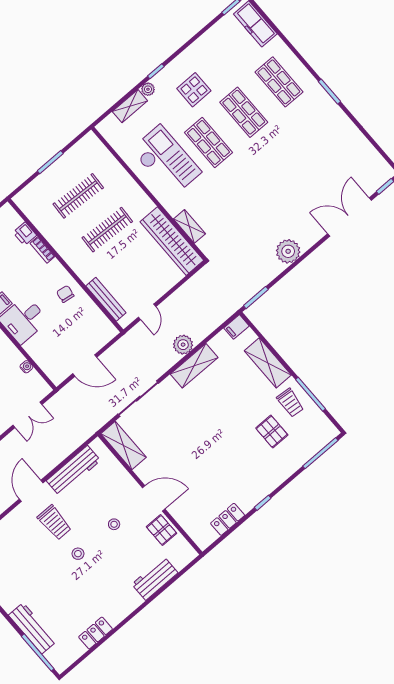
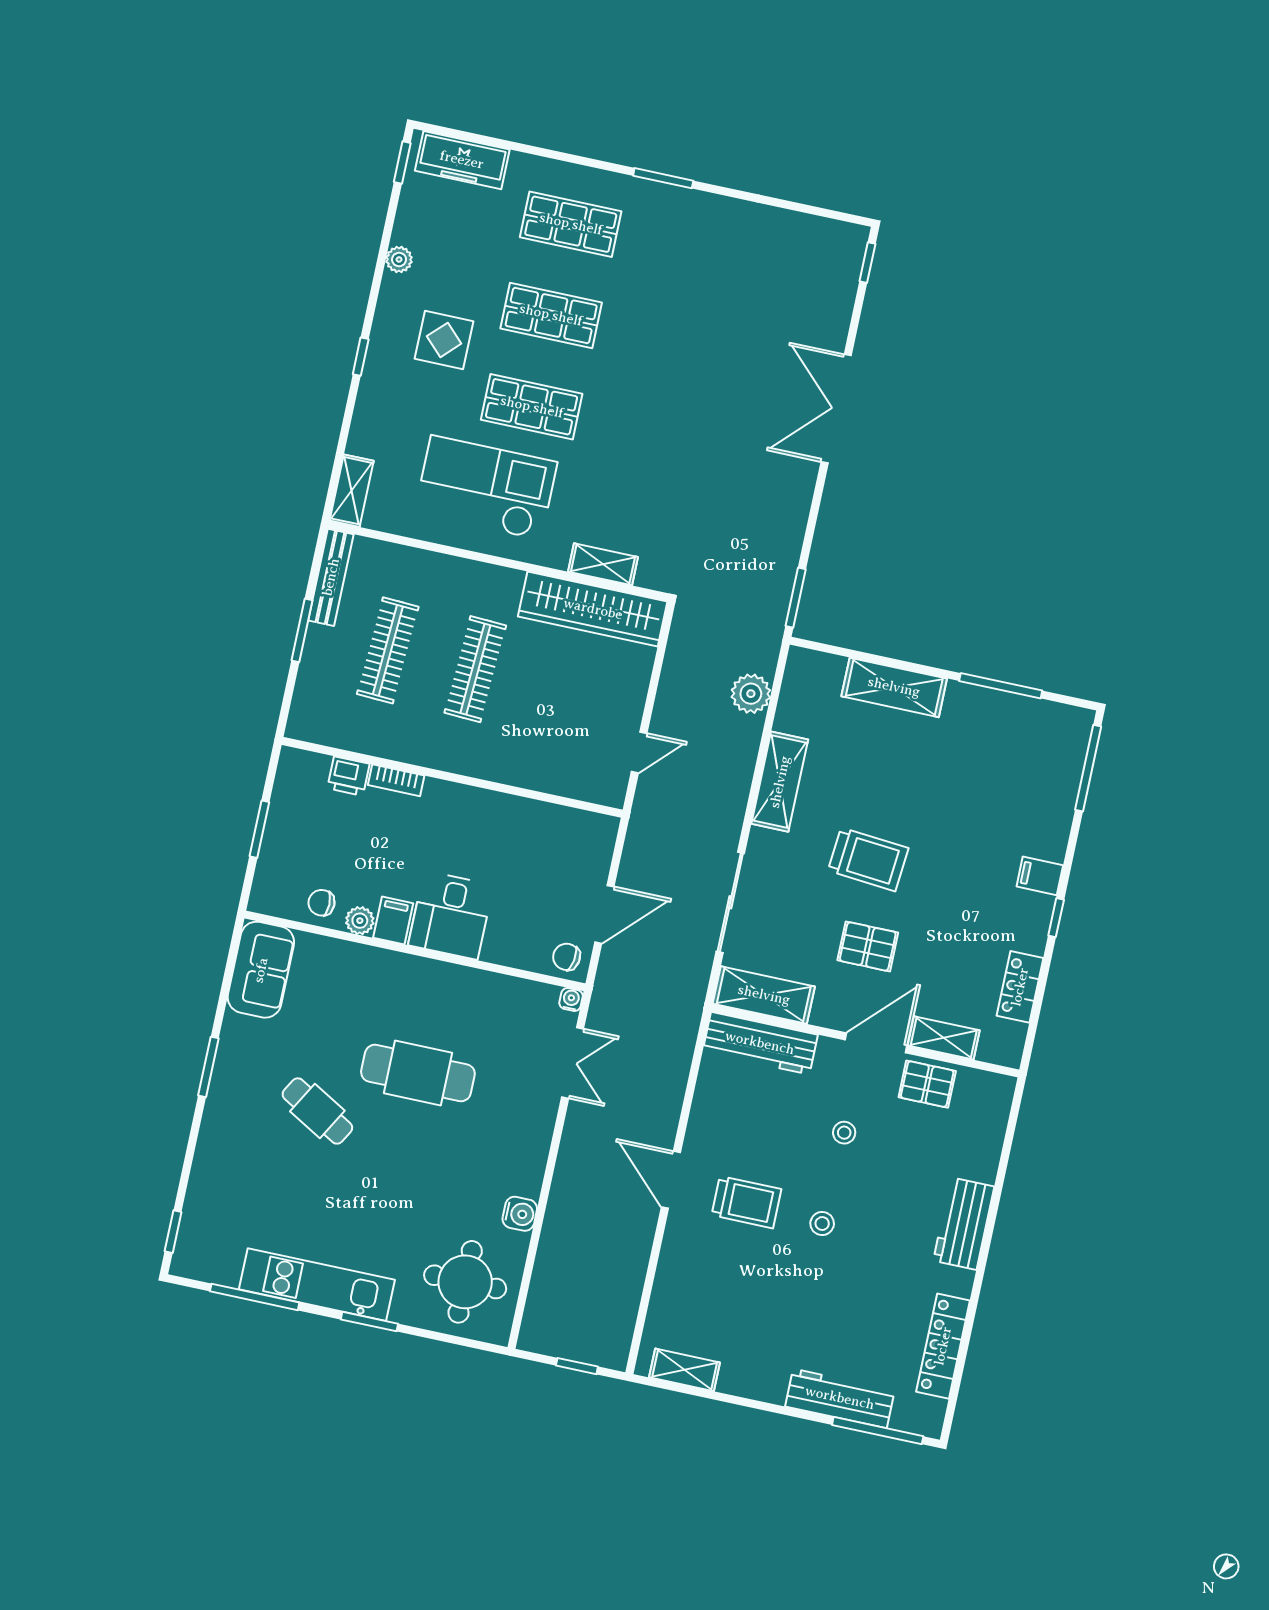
plant: (148, 89) -> (399, 259), moved
shelving: (130, 106) -> (352, 491), moved
double door: (349, 217) -> (836, 409), moved
plant: (288, 251) -> (791, 484), removed
chair: (65, 294) -> (567, 957), moved
bench: (106, 299) -> (331, 577), moved, turned 90
door: (147, 312) -> (639, 752), hinge flipped
filing cabinet: (236, 327) -> (1040, 876), moved, turned 90
plant: (183, 345) -> (751, 694), moved
water cooler: (26, 367) -> (571, 999), moved
trolley: (290, 403) -> (868, 859), moved, width x1.36, depth x1.39
pallet: (272, 432) -> (868, 946), moved
workbench: (73, 471) -> (760, 1043), moved, turned 90
shelving: (182, 517) -> (944, 1038), added
workbench: (155, 579) -> (964, 1224), moved
locker: (96, 633) -> (943, 1346), width x1.53

